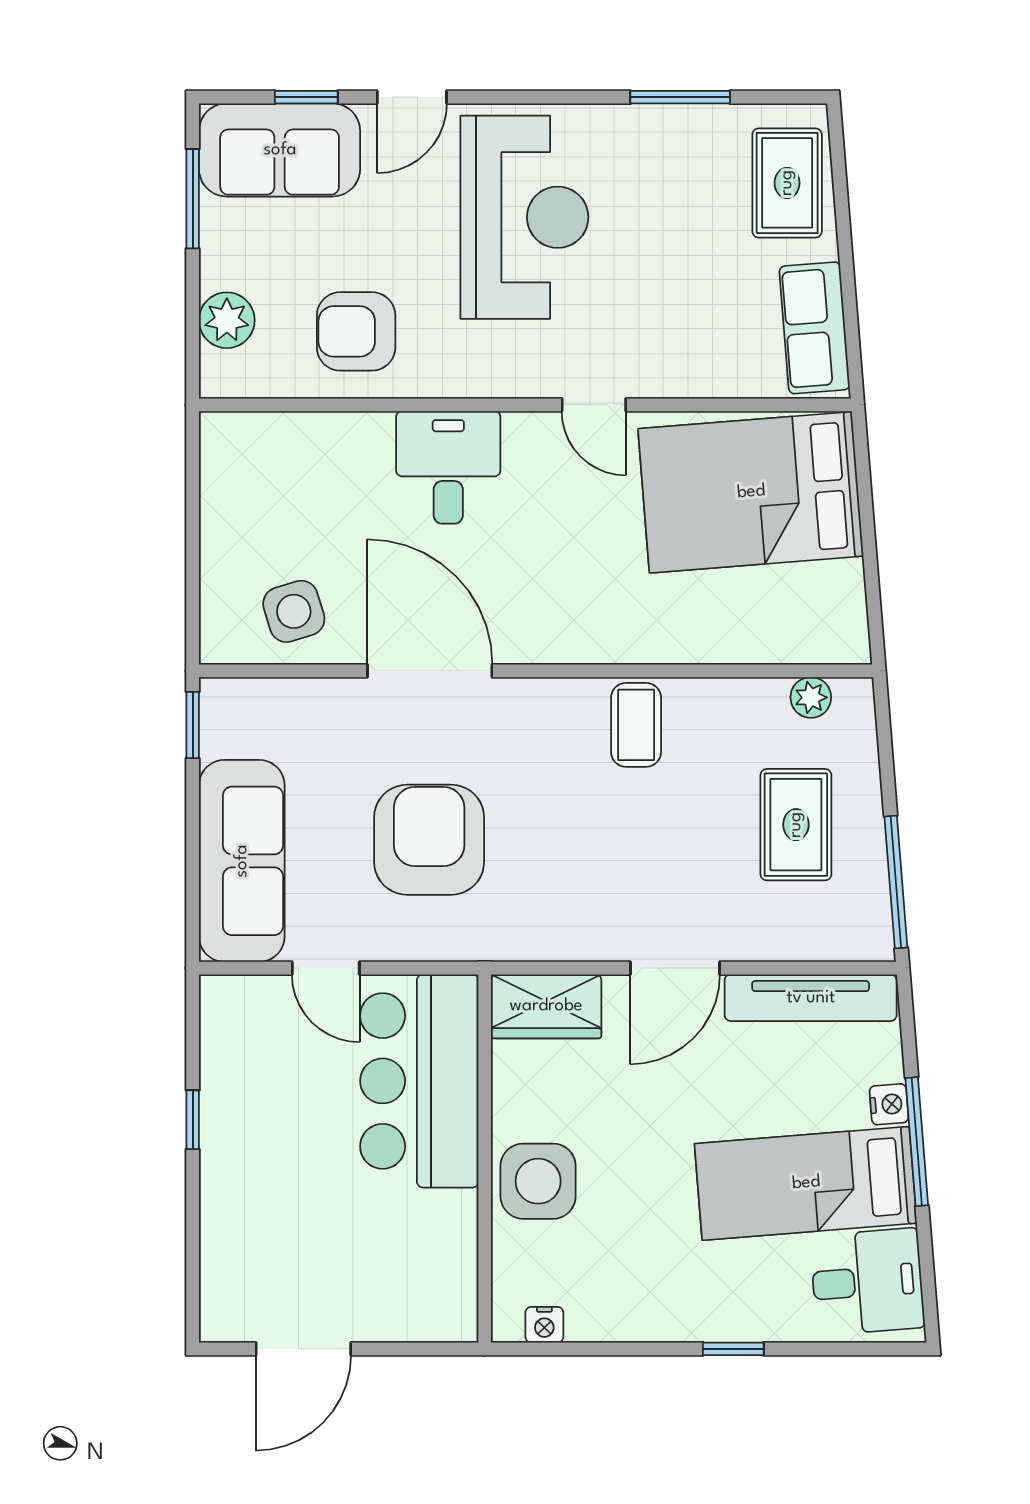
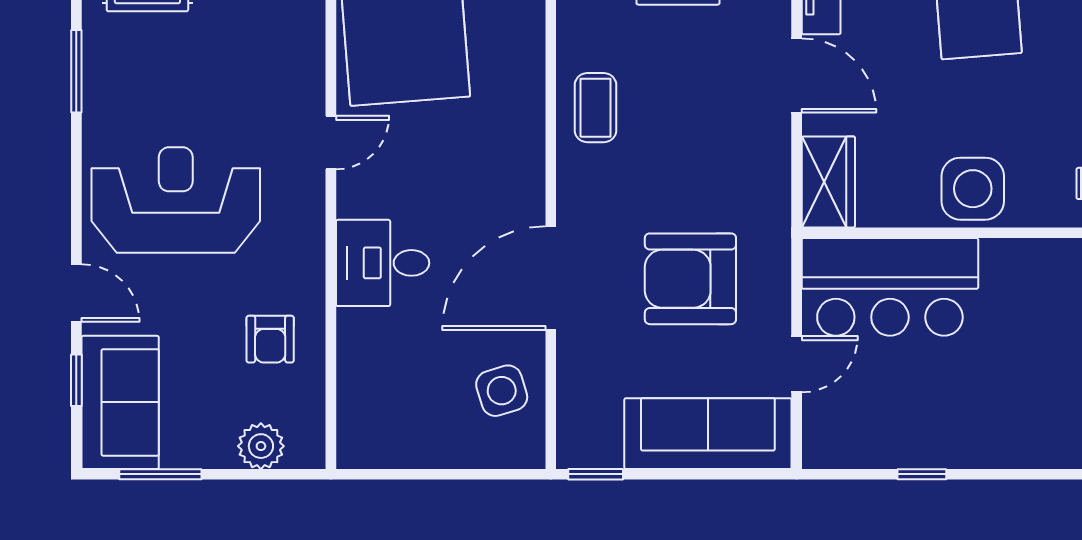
armchair: (356, 331) -> (270, 339), width x0.72, depth x0.72
coffee table: (636, 725) -> (595, 108), turned 90

